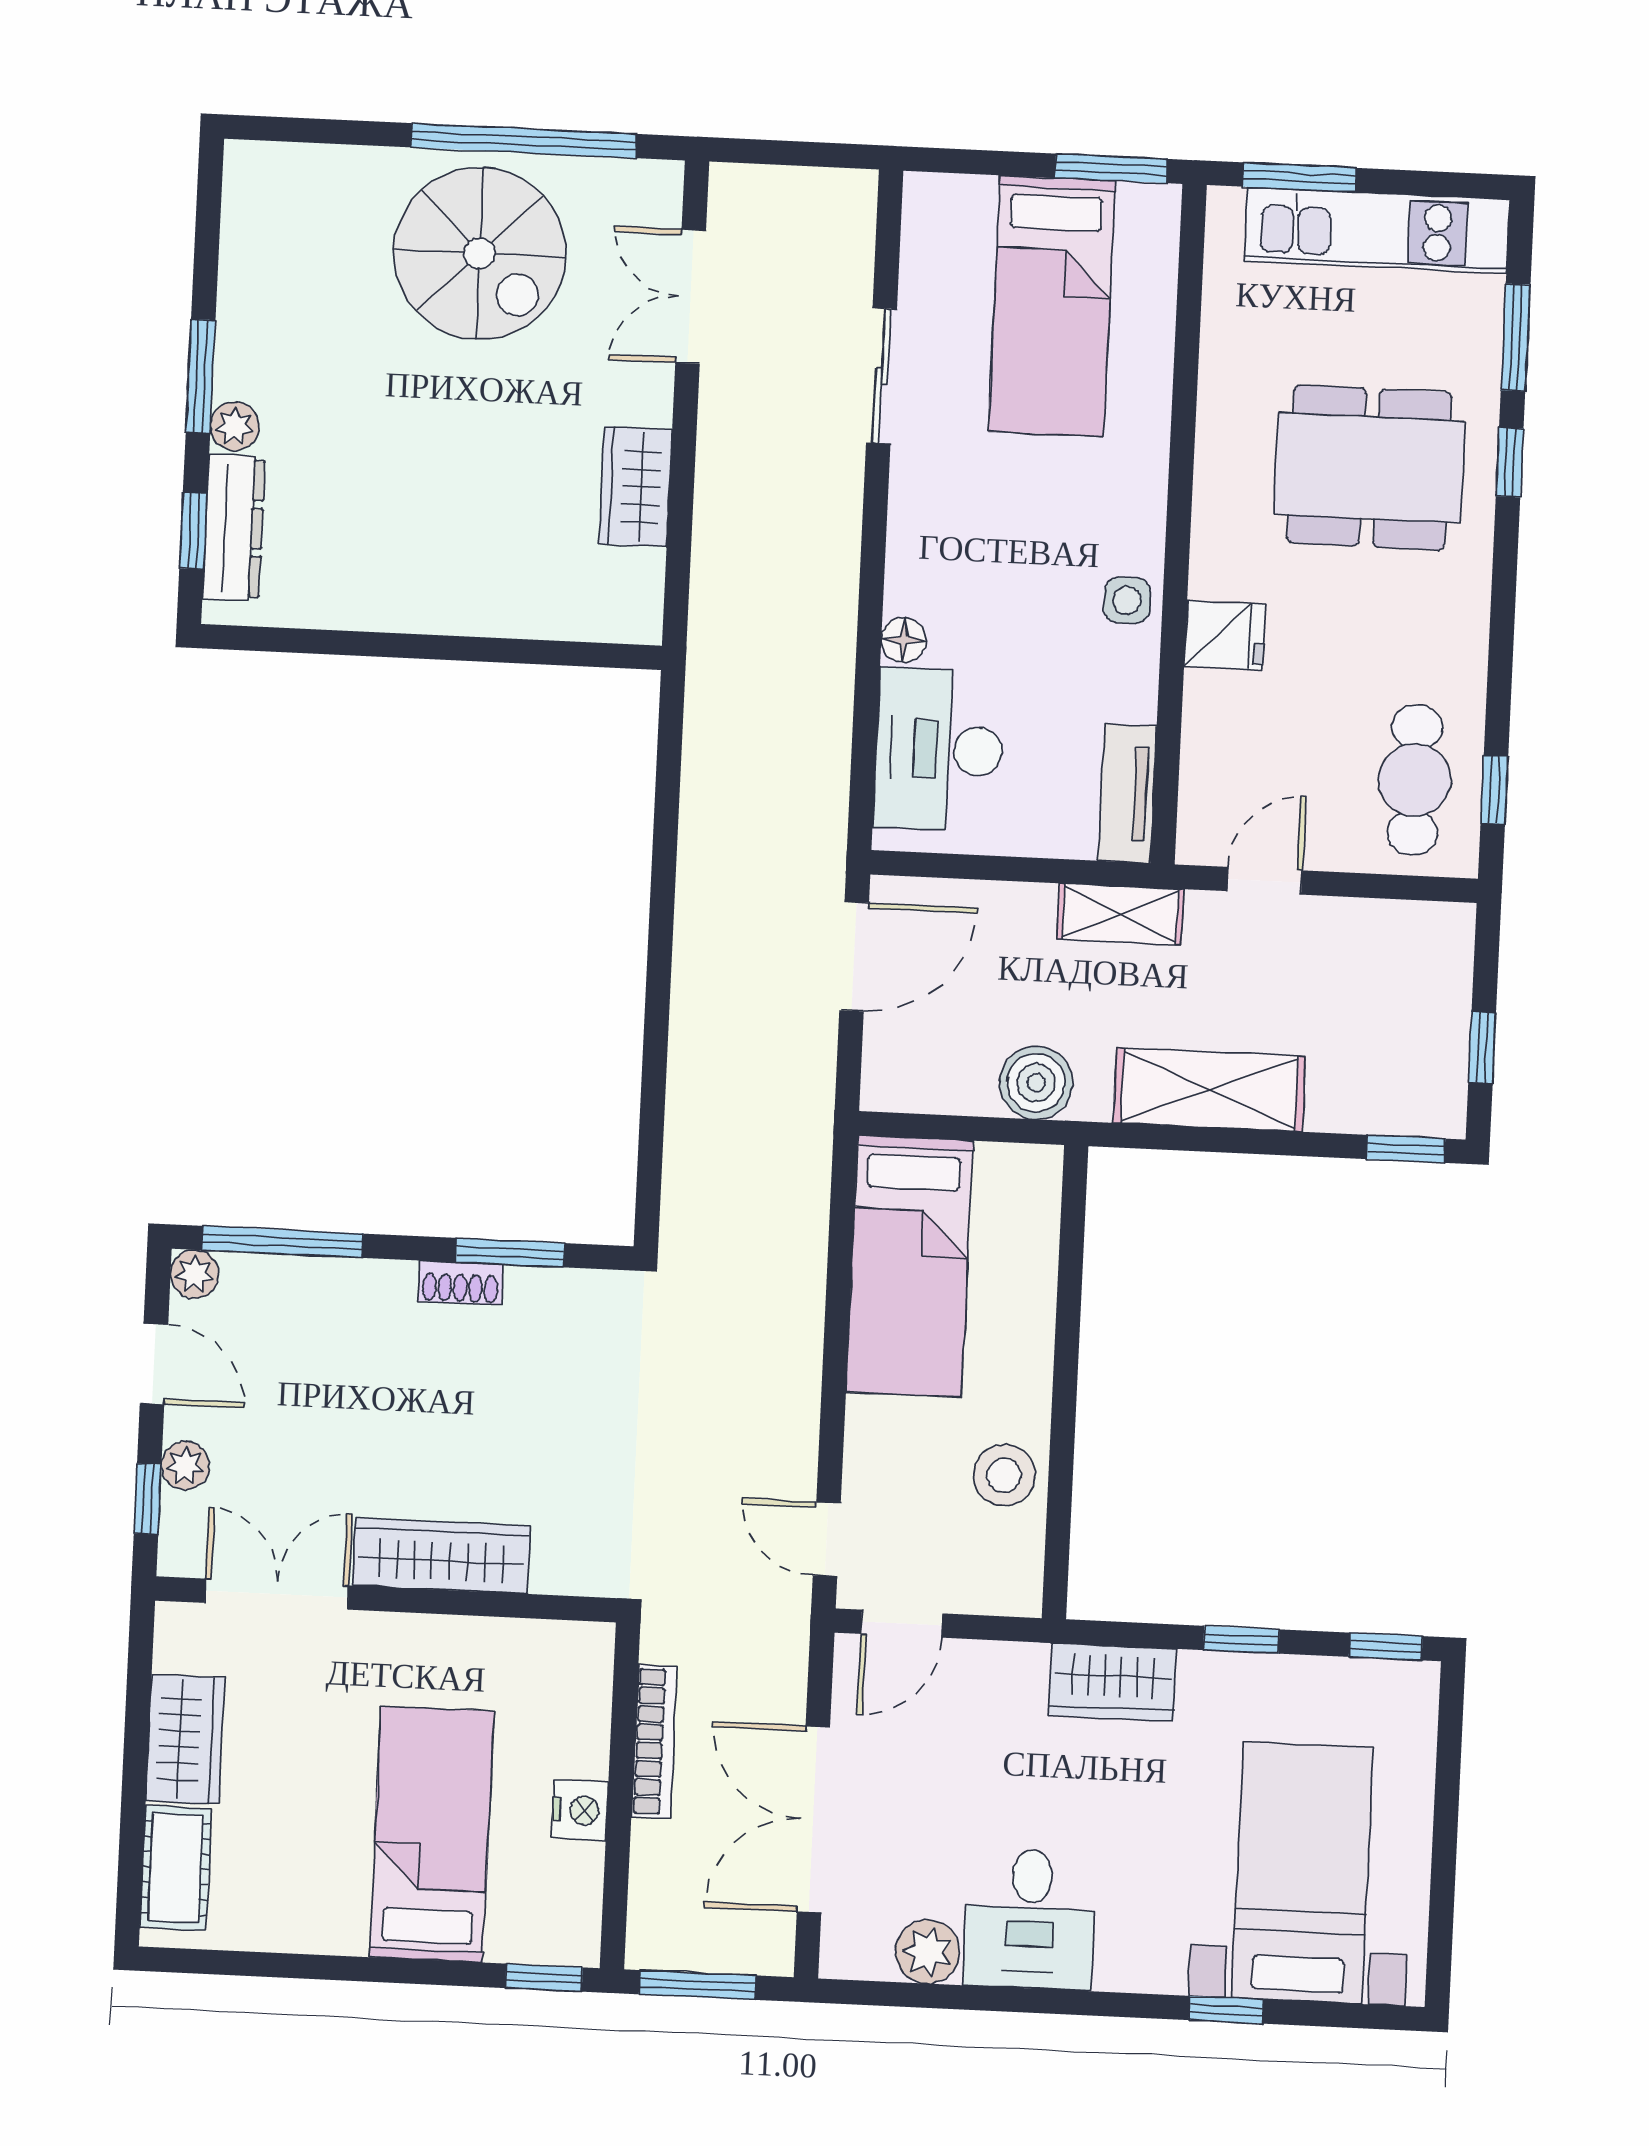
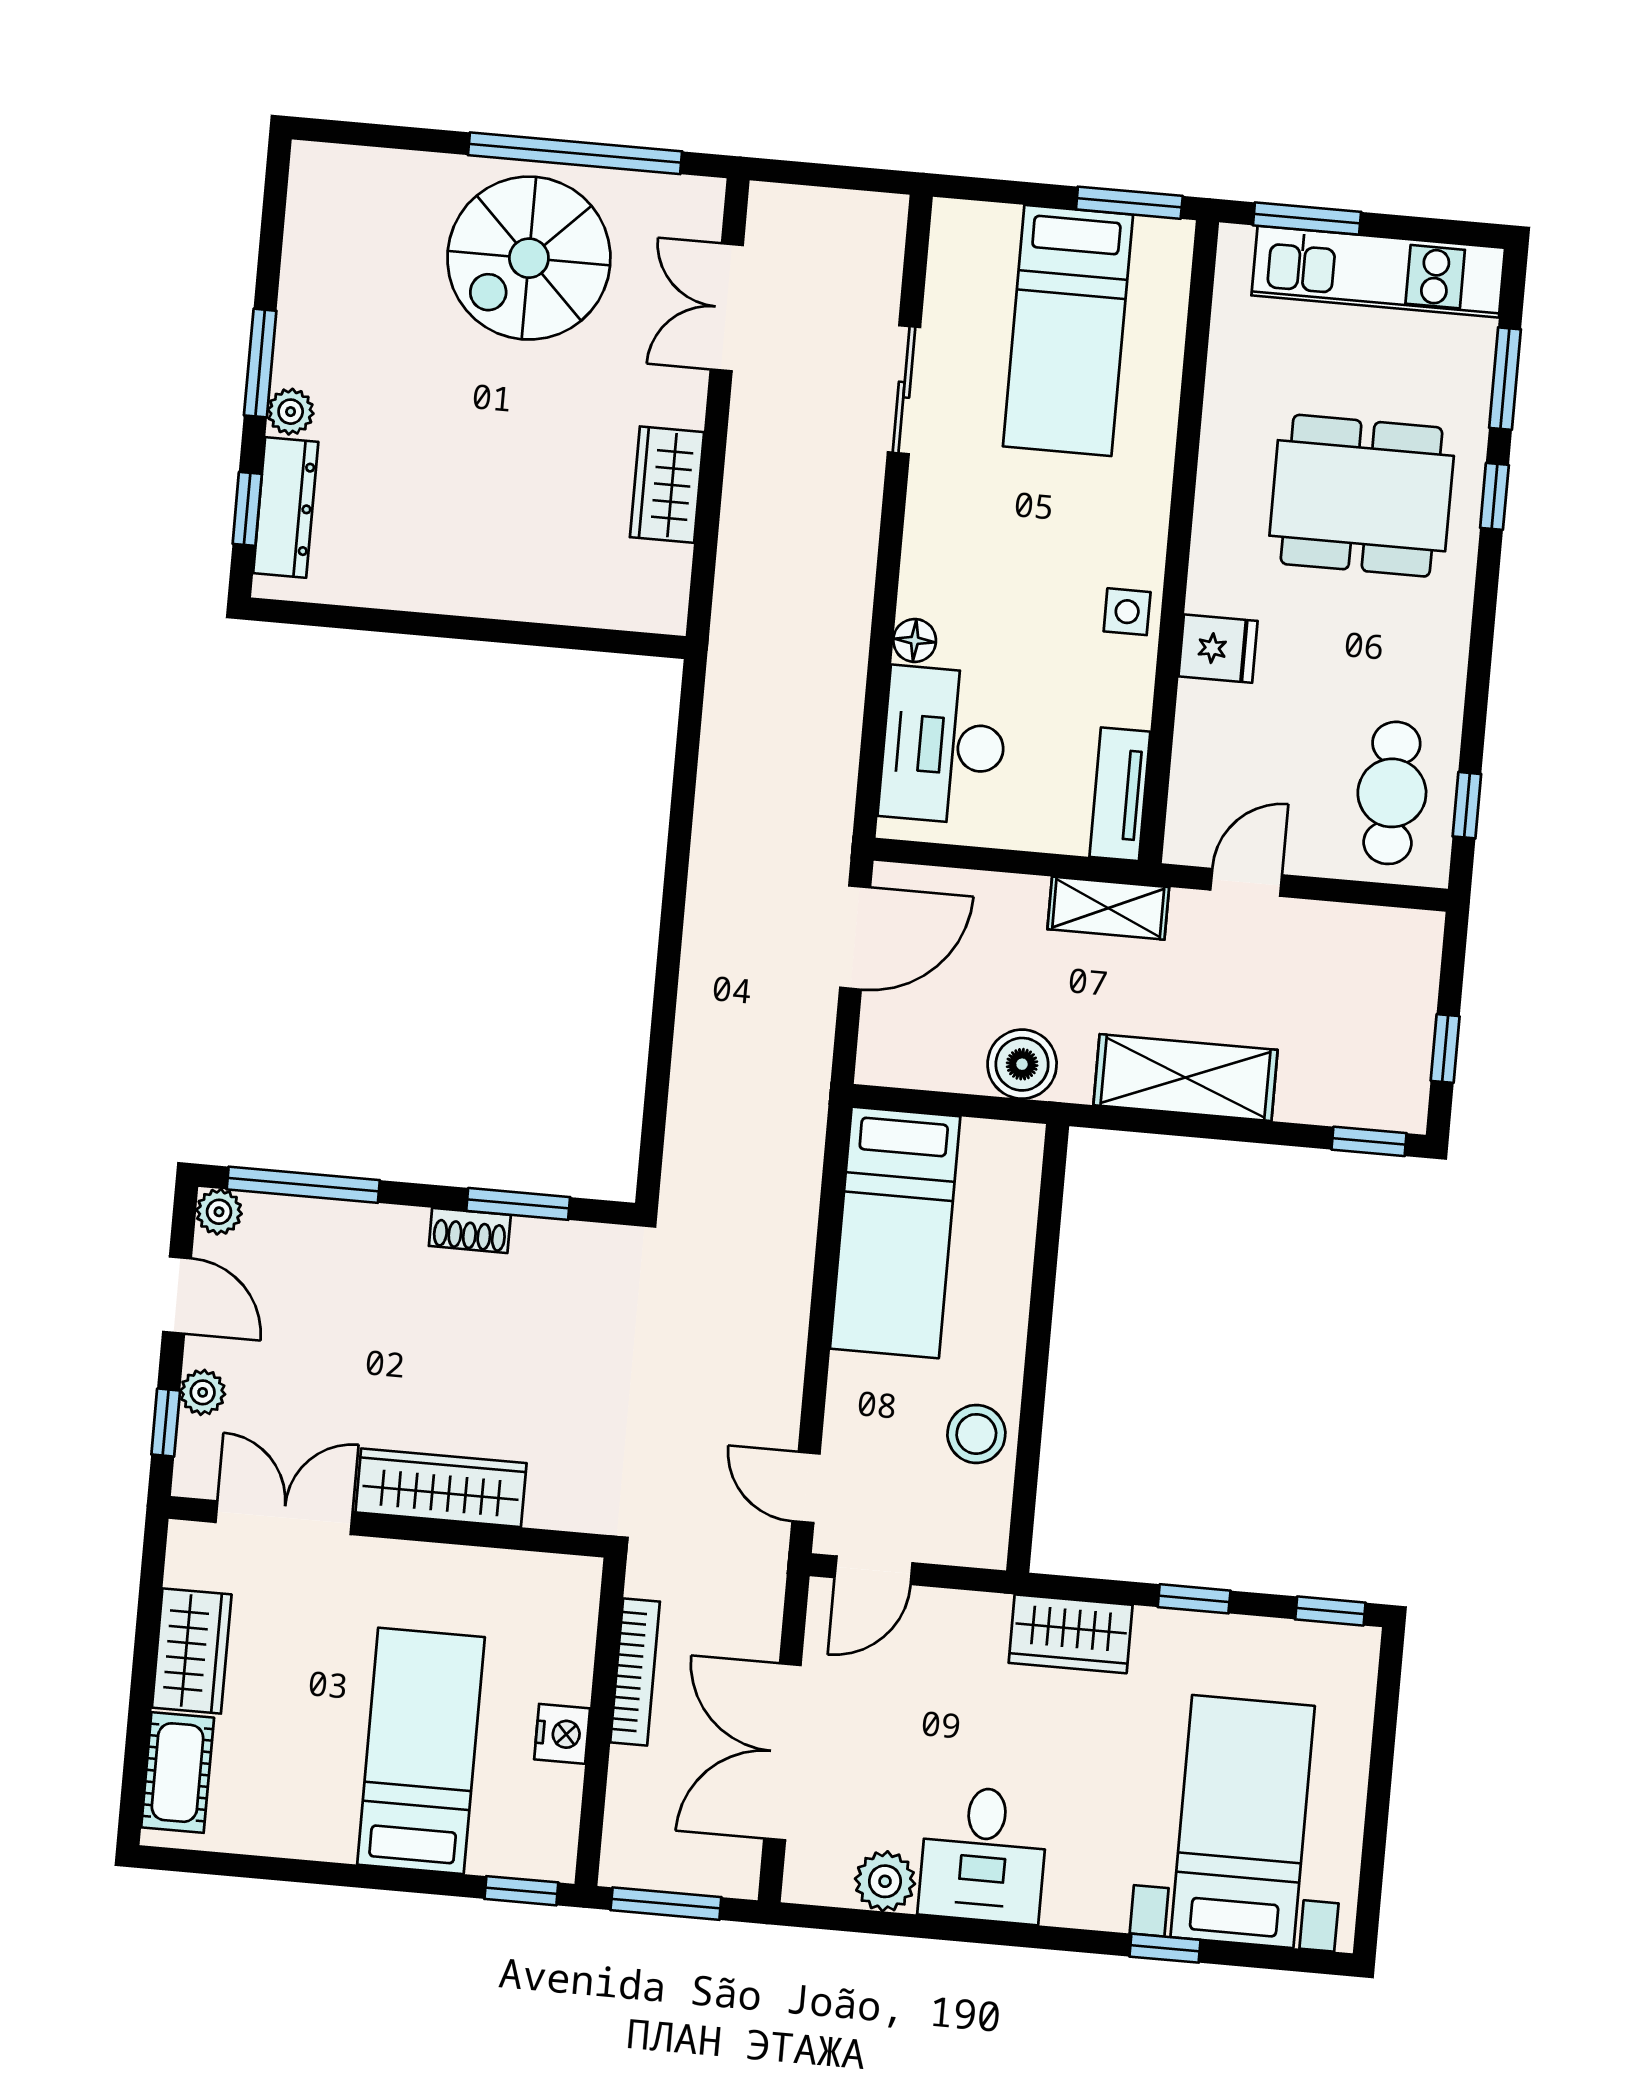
spiral stairs: (480, 253) -> (529, 258), turned 90

